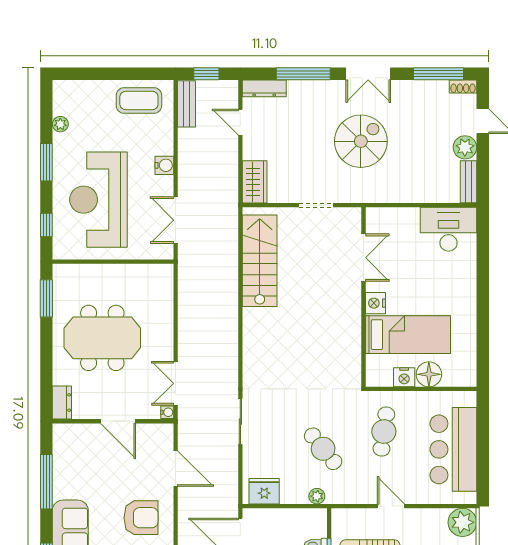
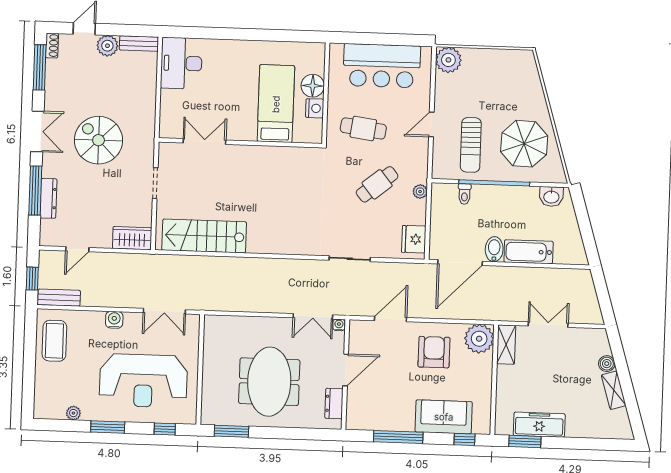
dresser: (264, 88) -> (48, 198), moved
nightstand: (375, 303) -> (246, 132), removed
dresser: (62, 402) -> (334, 404), moved, turned -90

